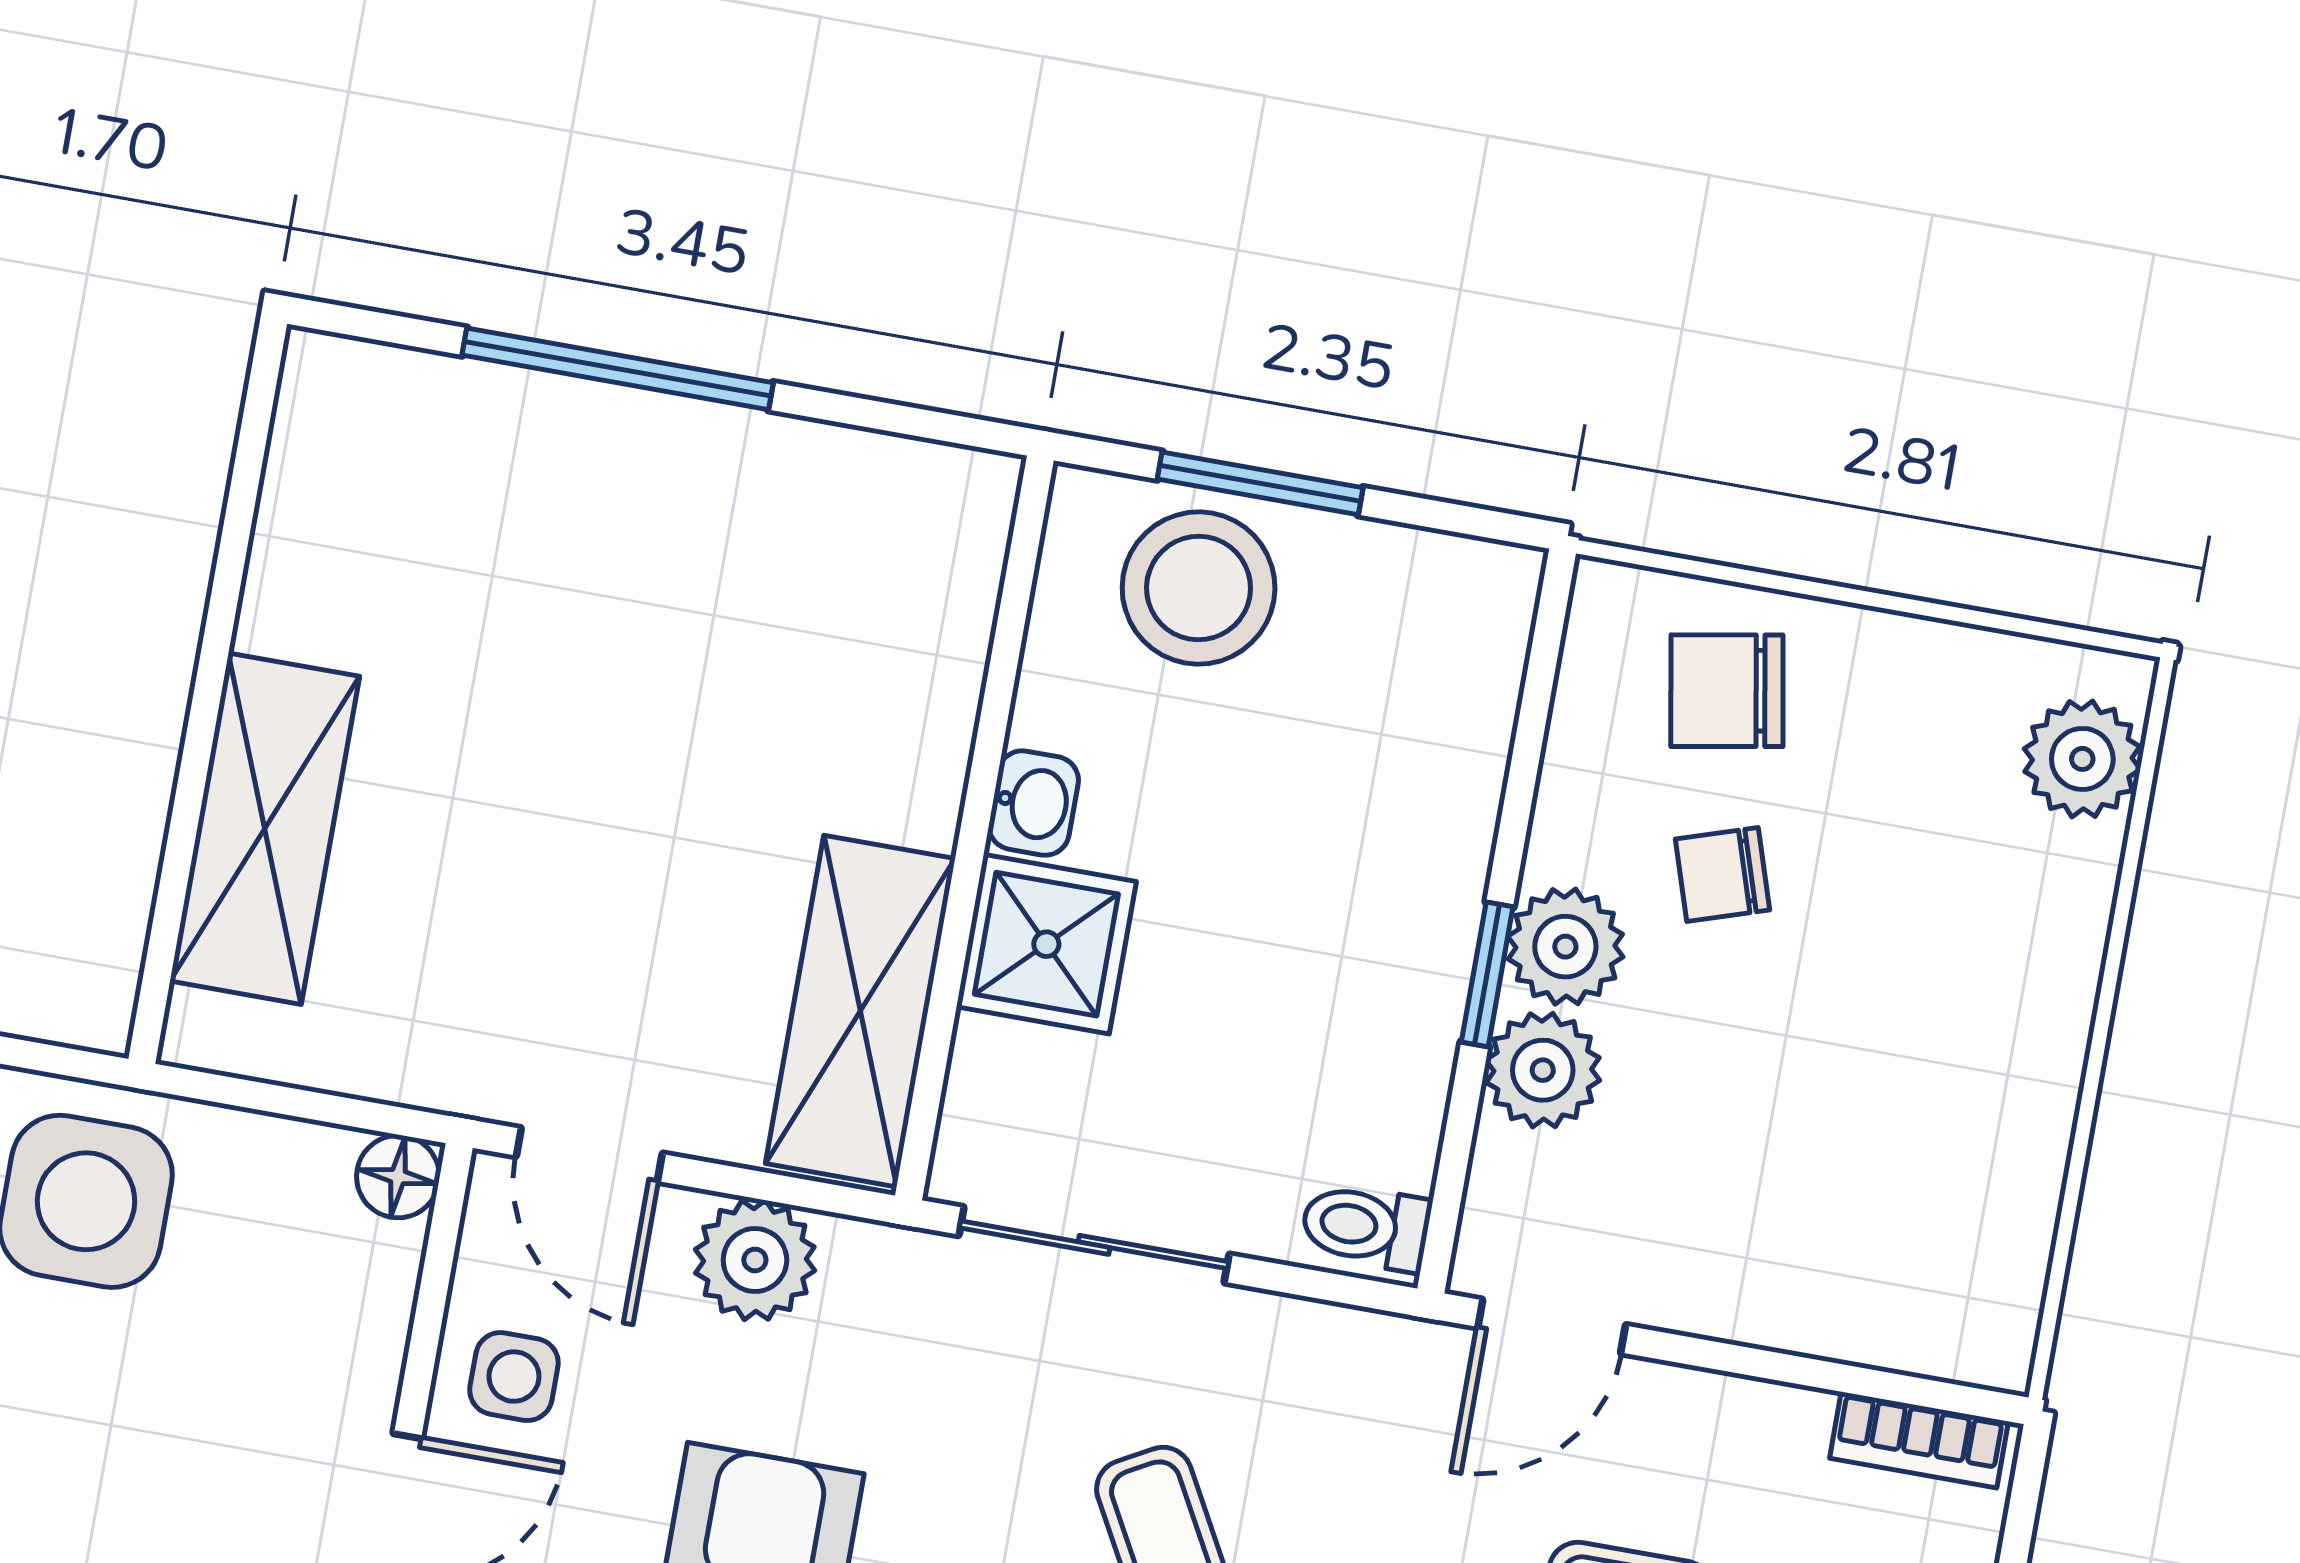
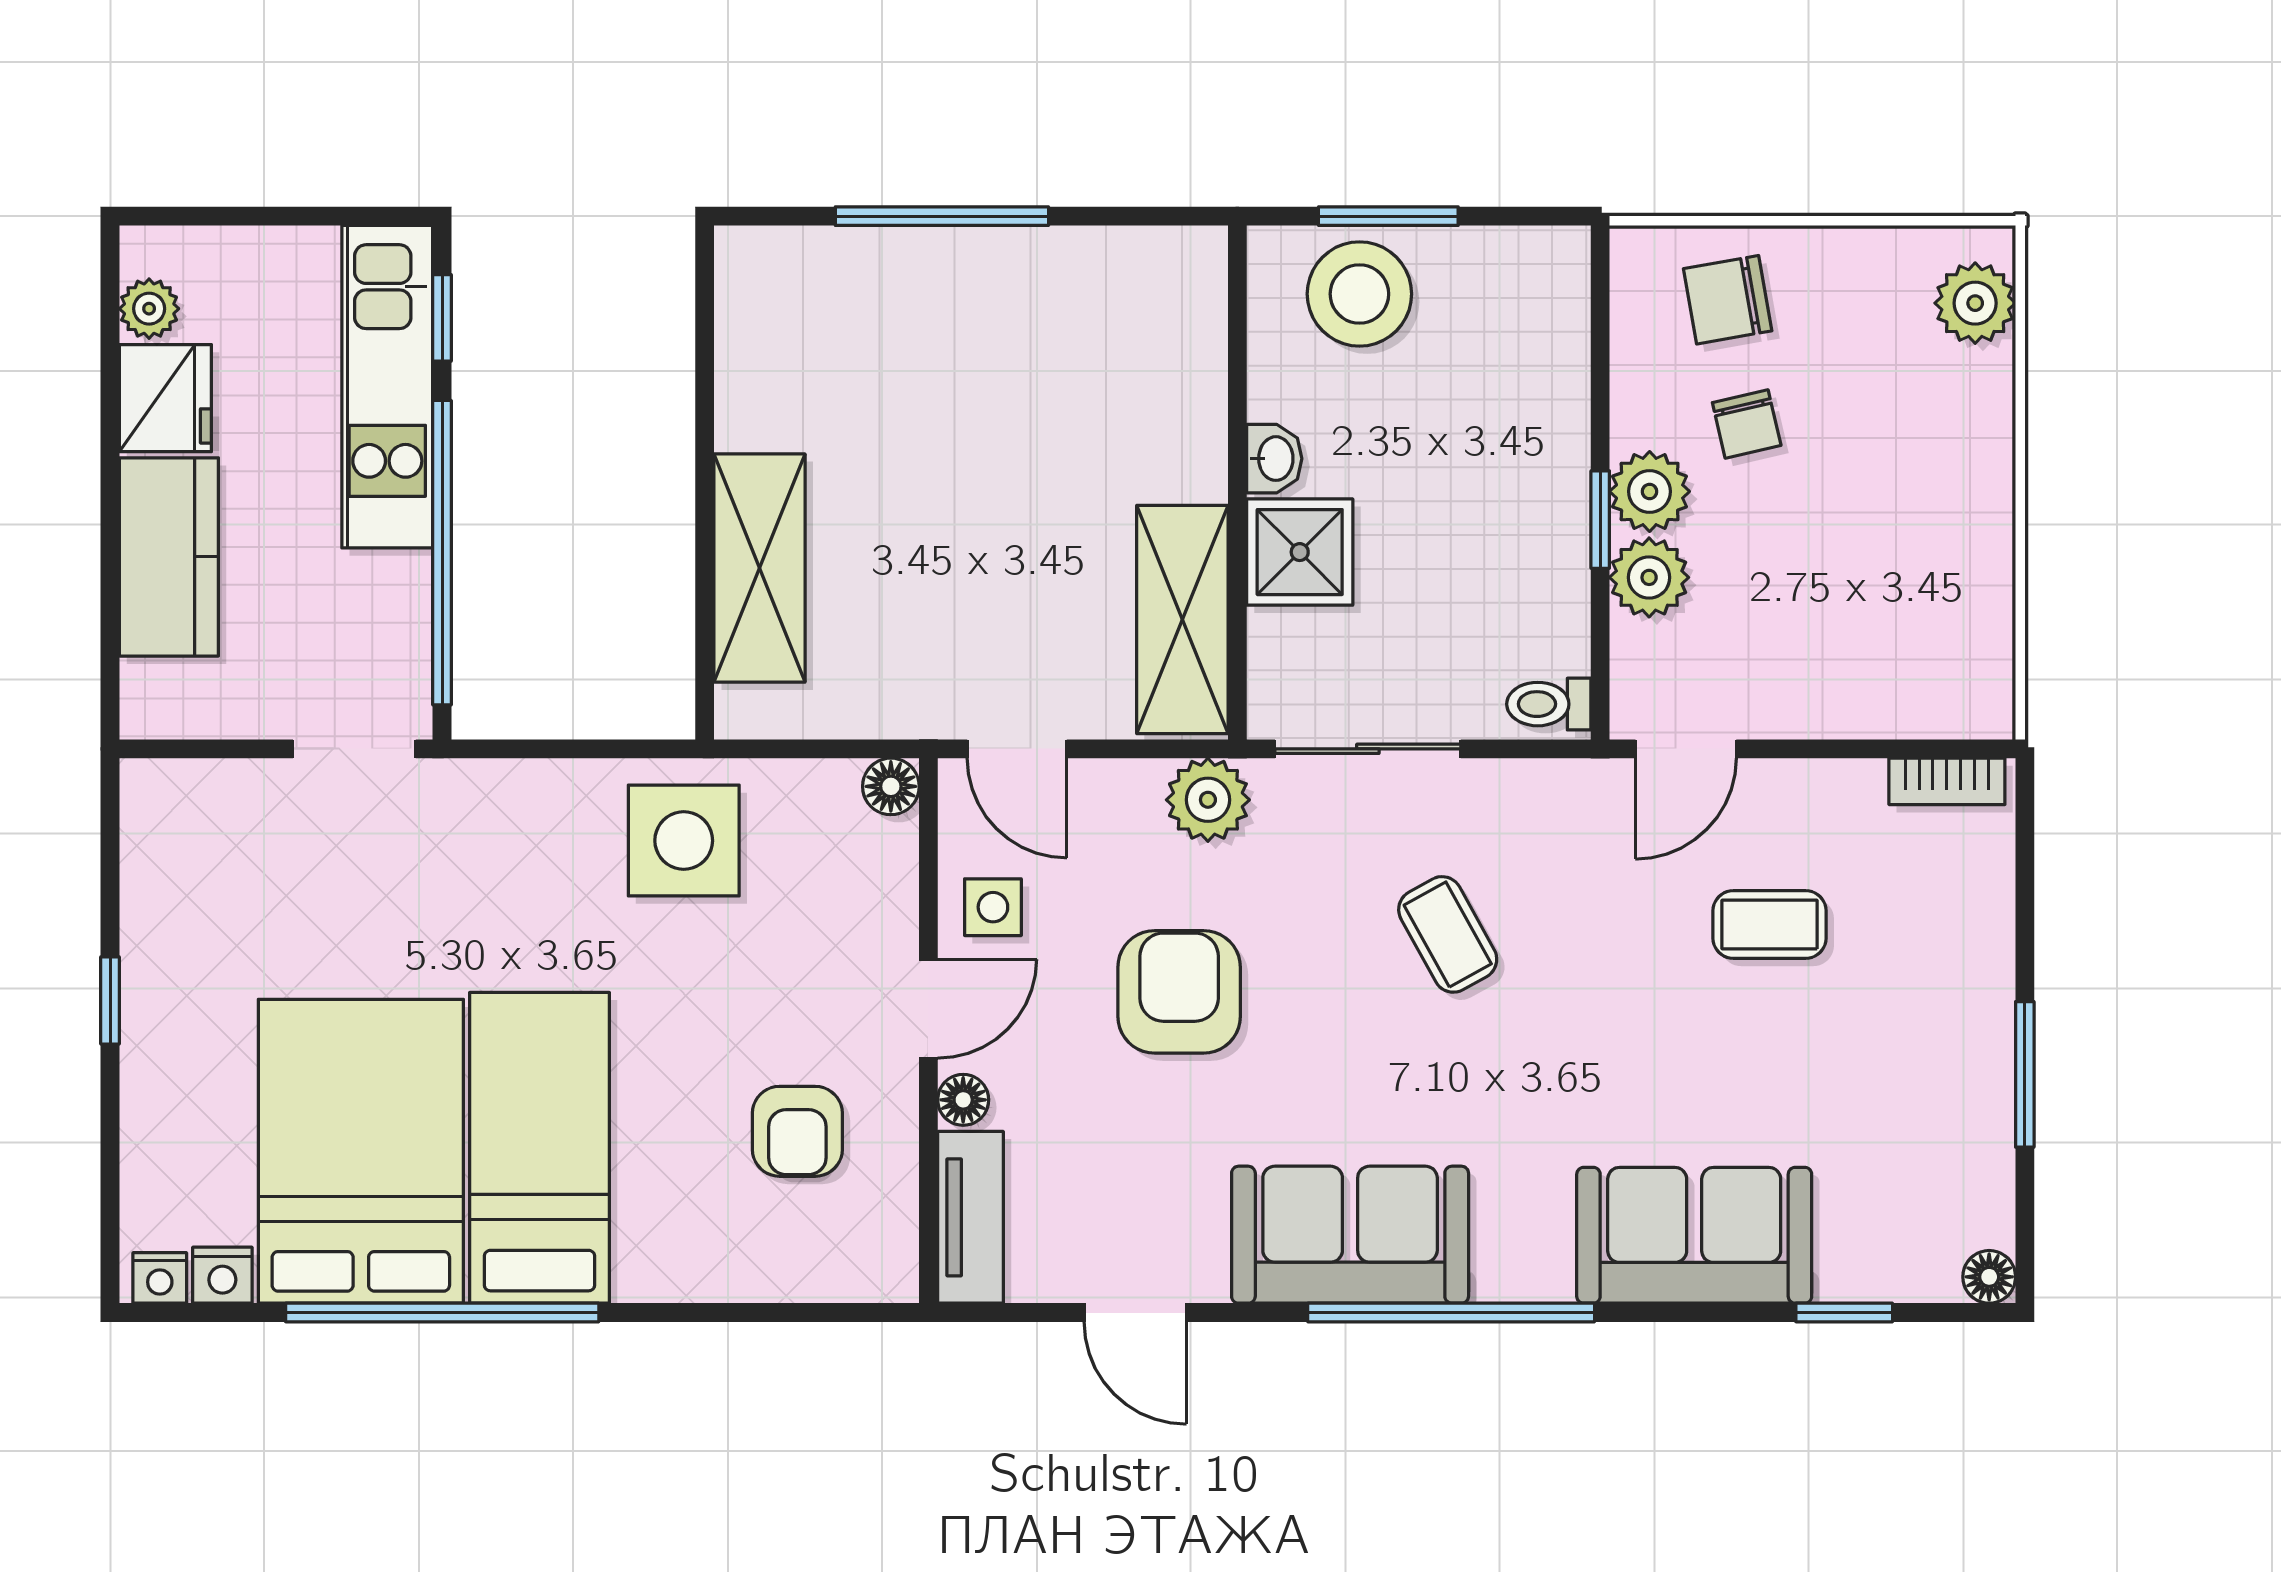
chair: (1722, 874) -> (1747, 424), turned -85
plant: (755, 1260) -> (1208, 800), moved

